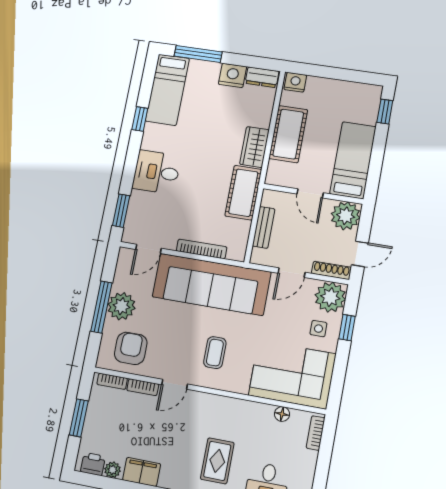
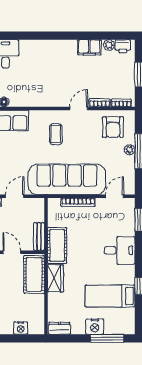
nightstand: (232, 75) -> (95, 327), moved
nightstand: (295, 82) -> (21, 328), moved
bed: (167, 90) -> (110, 296), moved, turned -90
cot: (288, 134) -> (34, 274), moved
bench: (264, 227) -> (39, 237), moved
plant: (121, 306) -> (130, 150), width x0.53, depth x0.53
rug: (217, 461) -> (41, 64), removed

